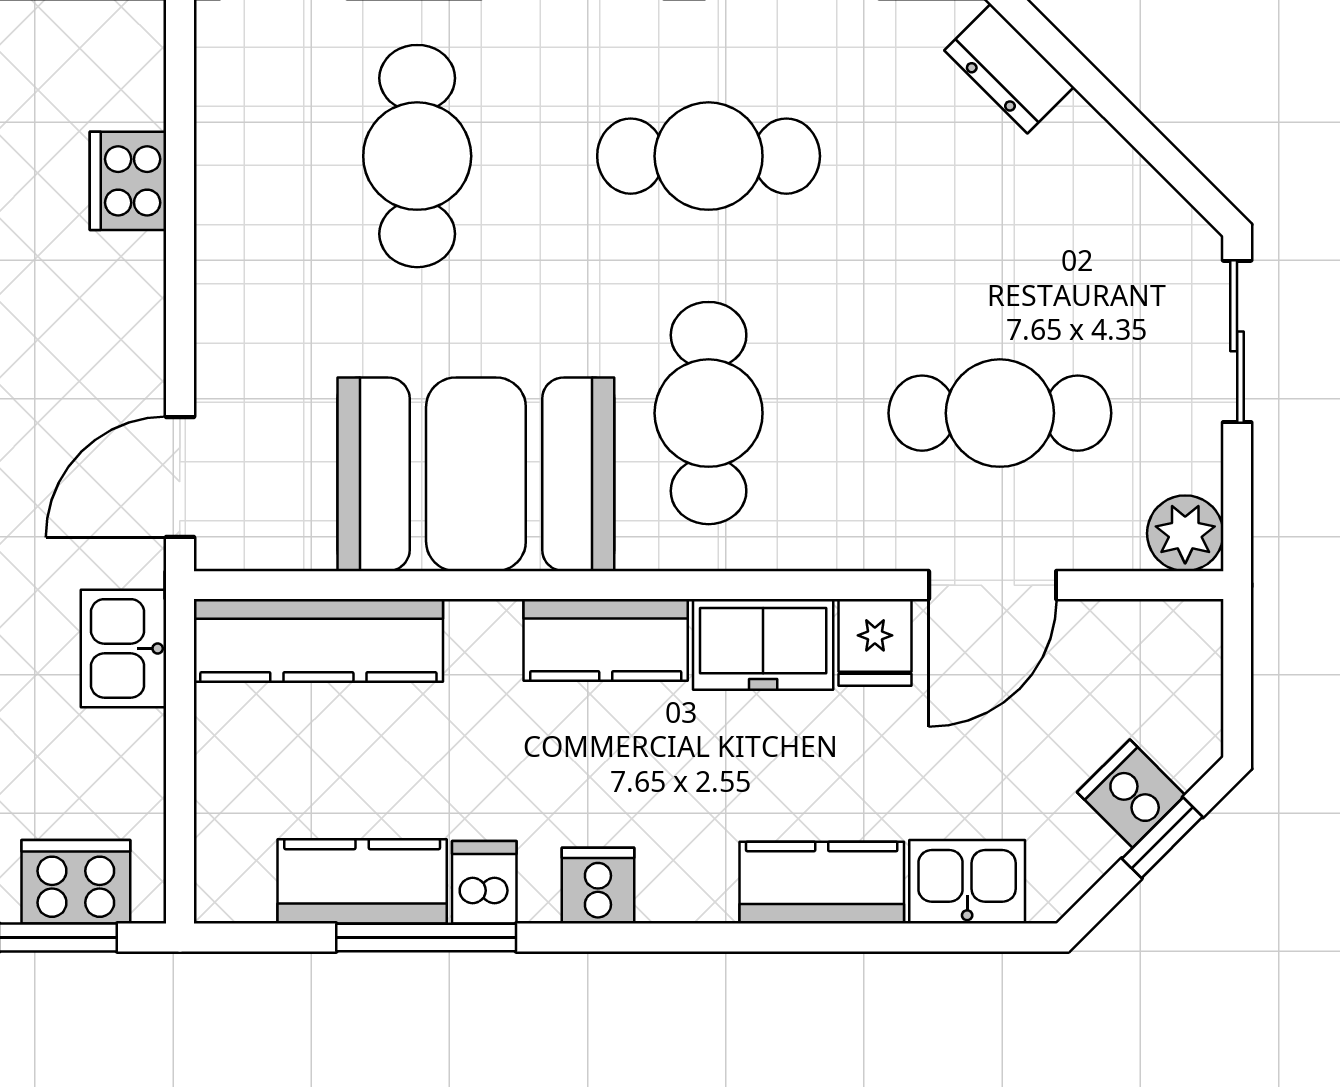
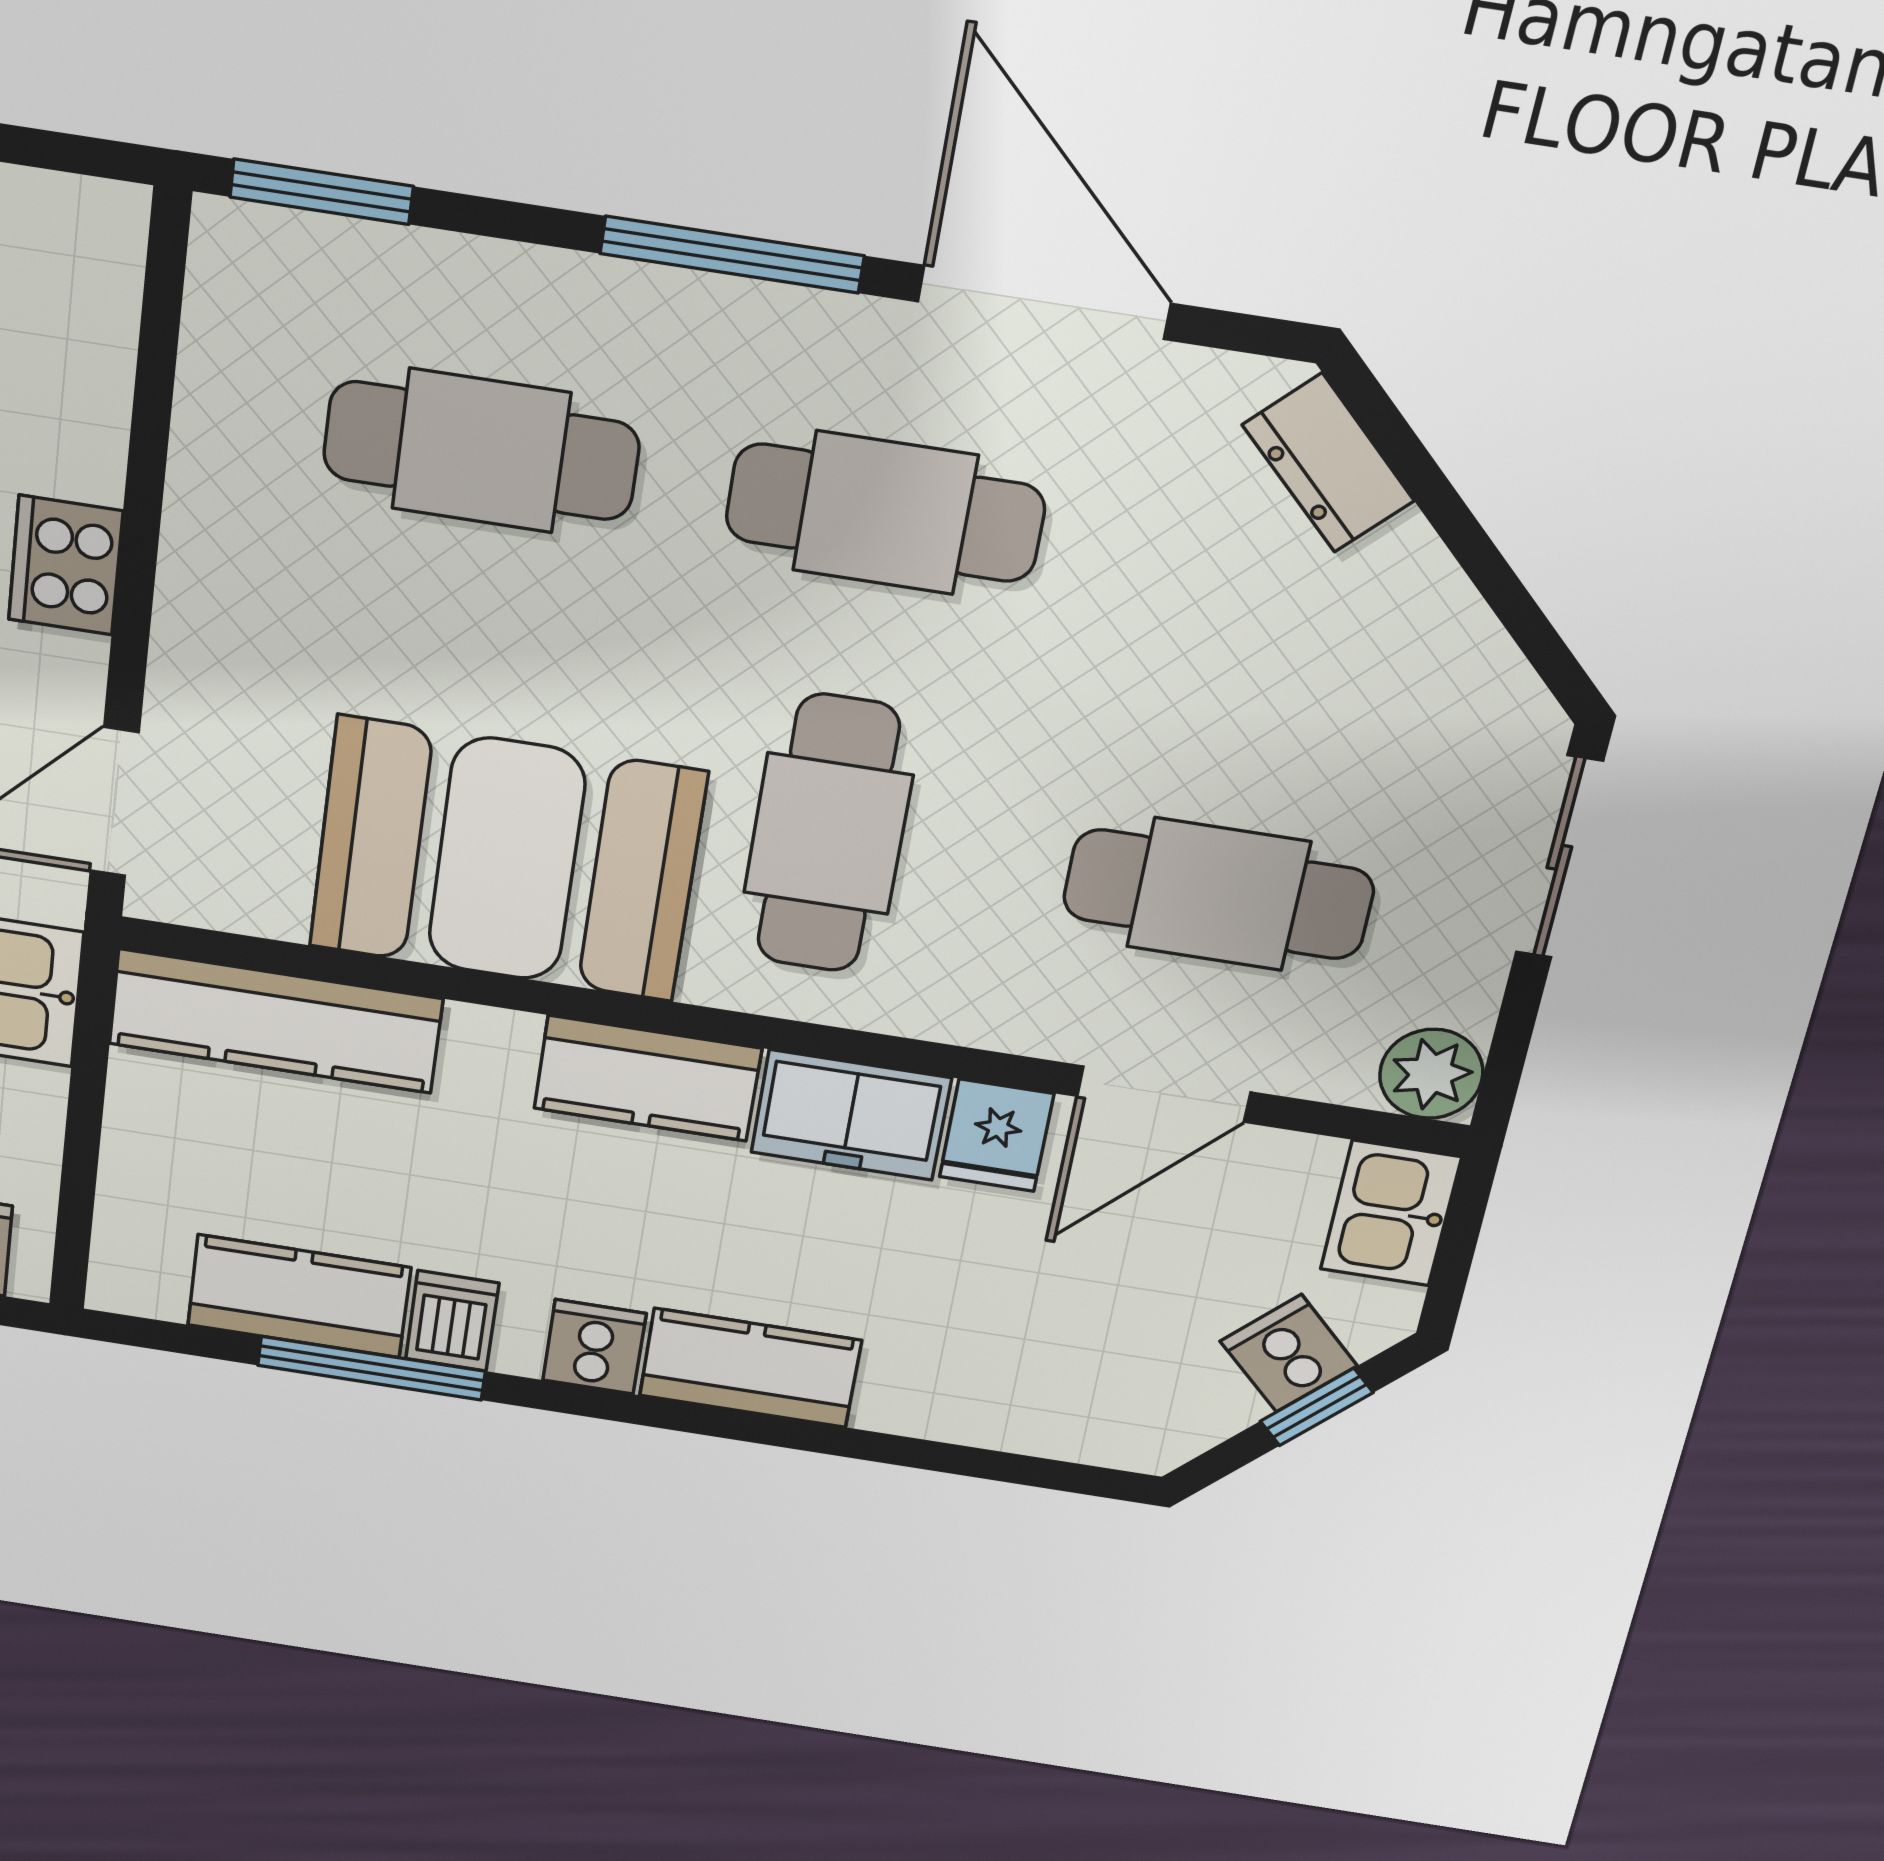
cafe table: (417, 156) -> (481, 451), turned 90
cooker: (128, 181) -> (66, 565), moved
kitchen sink: (967, 882) -> (1391, 1213), moved, turned -90
kitchen counter: (822, 883) -> (750, 1368), moved

